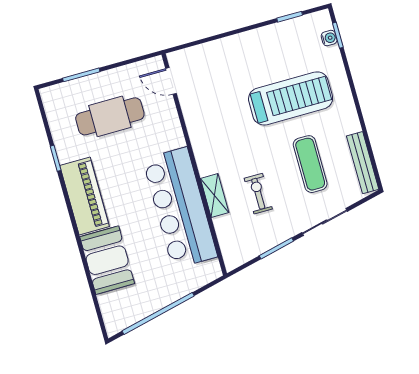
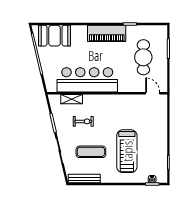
door: (171, 81) -> (153, 93), hinge flipped
shelving: (215, 196) -> (72, 99), moved
booth: (107, 260) -> (55, 36), moved

